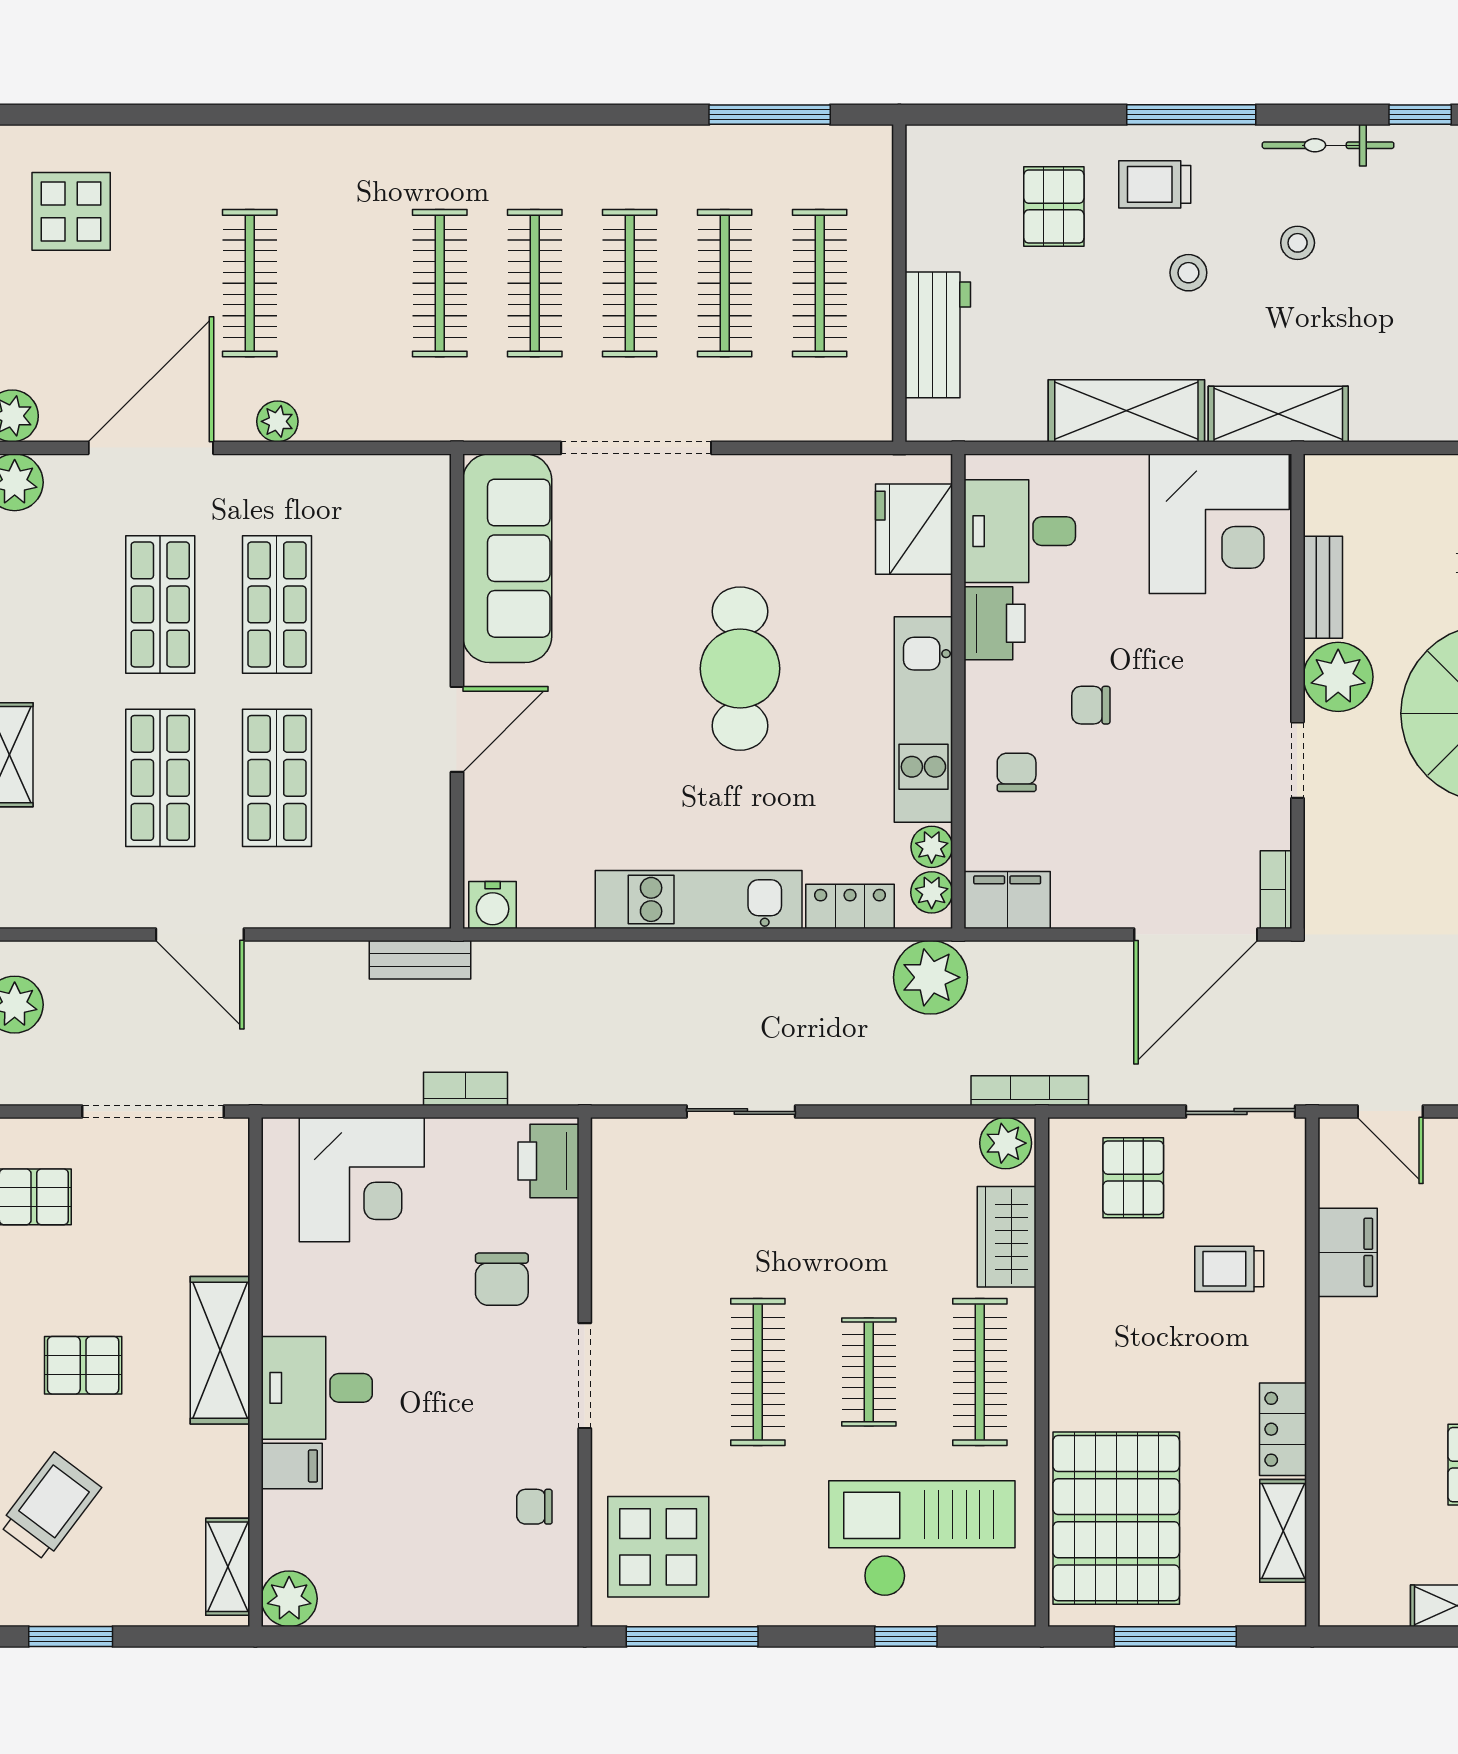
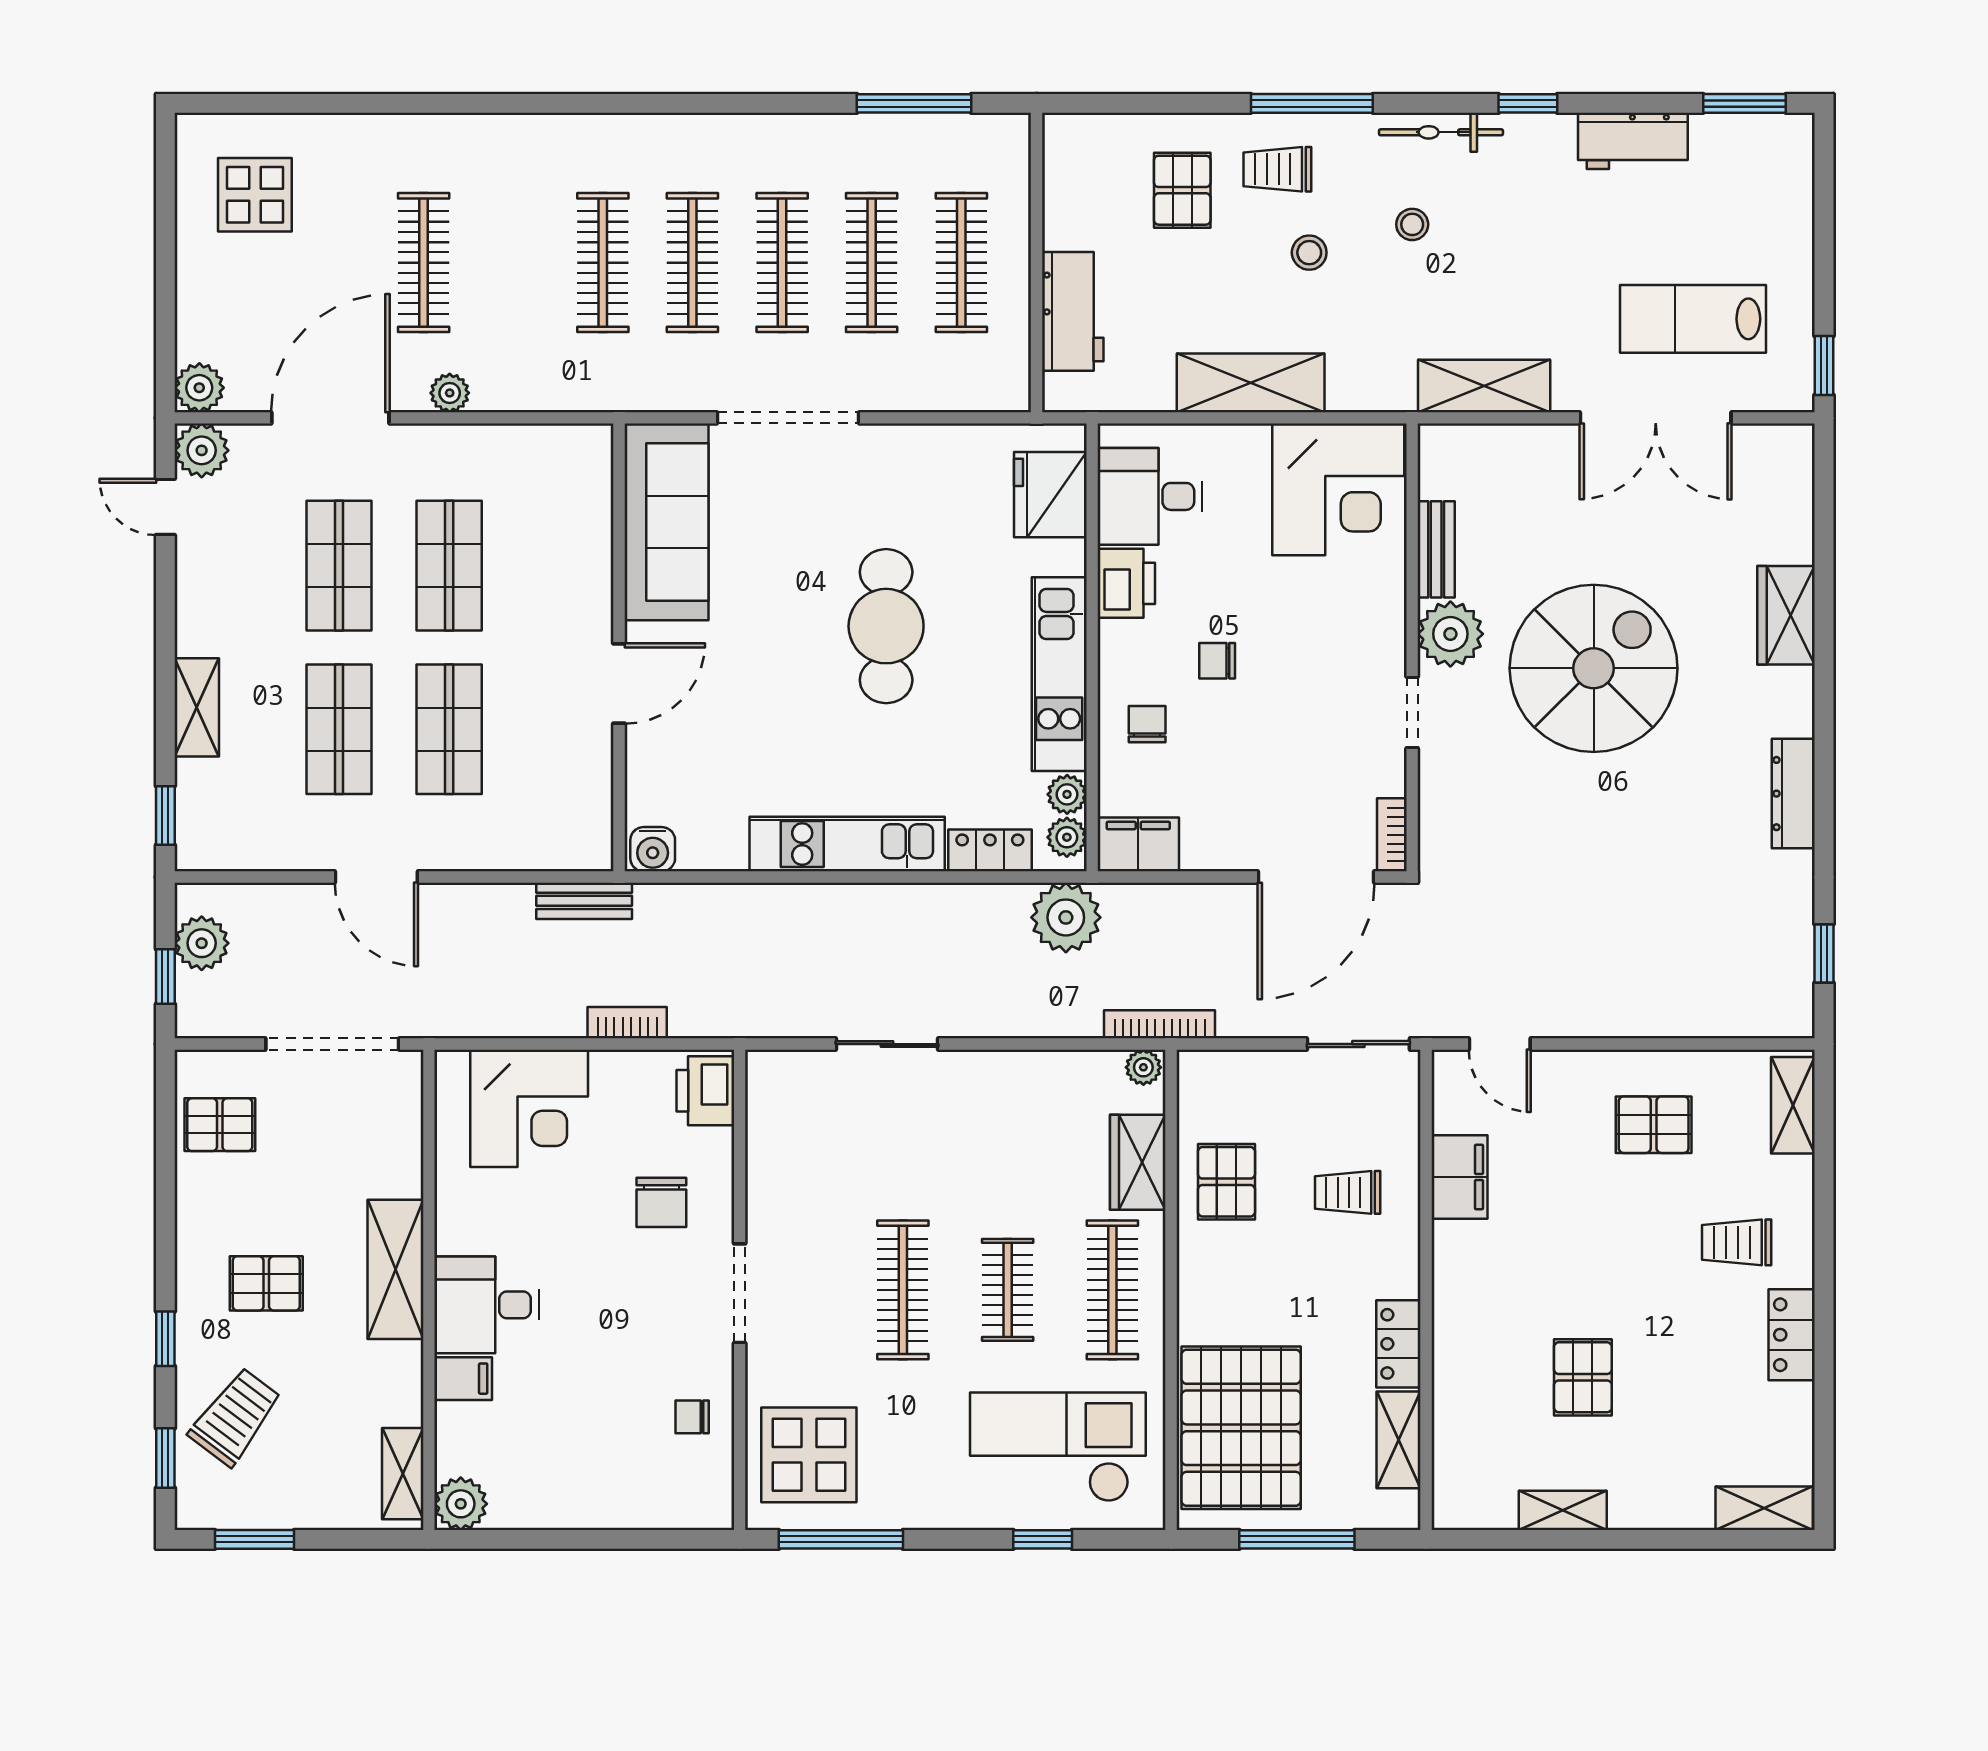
shelving: (1278, 414) -> (1484, 386), moved
plant: (1006, 1143) -> (1143, 1067), width x0.73, depth x0.73
pallet: (1133, 1178) -> (1226, 1182), moved

